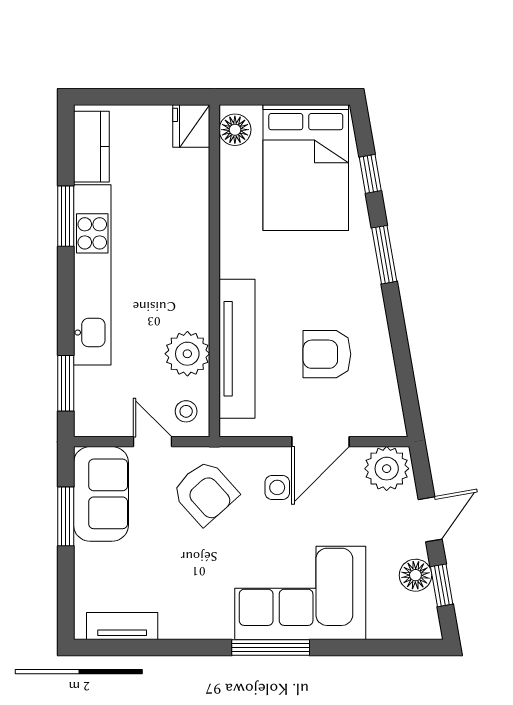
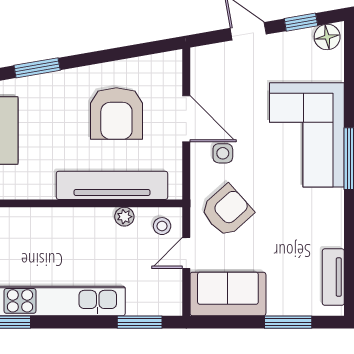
plant: (187, 354) -> (124, 217), width x0.53, depth x0.53
armchair: (327, 354) -> (116, 114), width x1.36, depth x1.36
plant: (387, 469) -> (208, 66), removed
window: (66, 516) -> (288, 322), moved
floor lamp: (415, 575) -> (327, 37), moved

